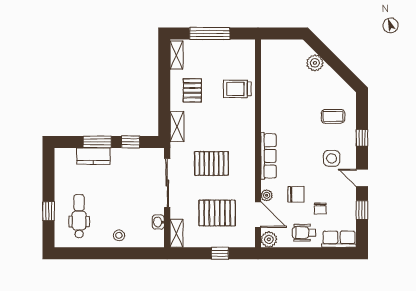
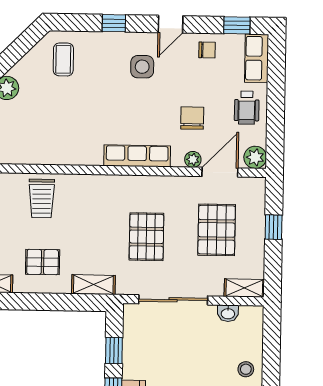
coffee table: (333, 116) -> (63, 59), moved
chair: (320, 209) -> (207, 50), moved
window: (362, 210) -> (237, 25), moved

